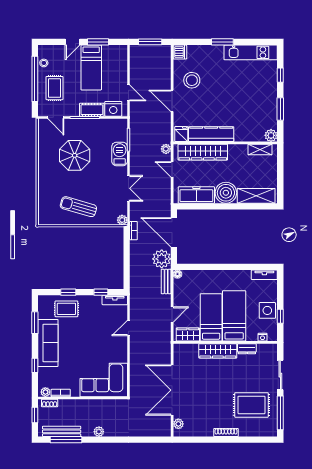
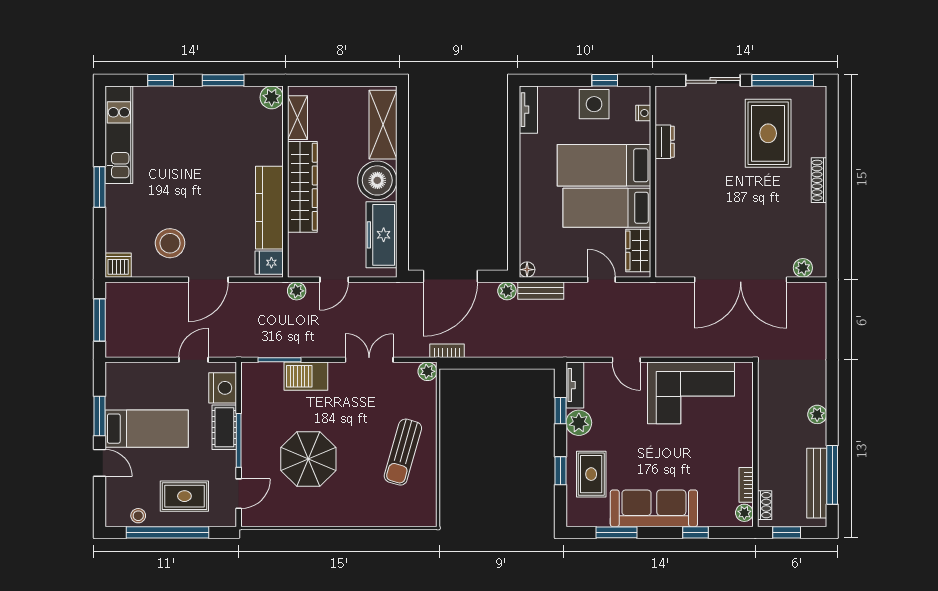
wardrobe: (203, 152) -> (302, 187), moved
plant: (162, 259) -> (507, 291), width x0.53, depth x0.53
plant: (94, 302) -> (579, 423), added
wardrobe: (218, 351) -> (669, 195), removed
corner sofa: (104, 380) -> (691, 393), moved, turned -90

